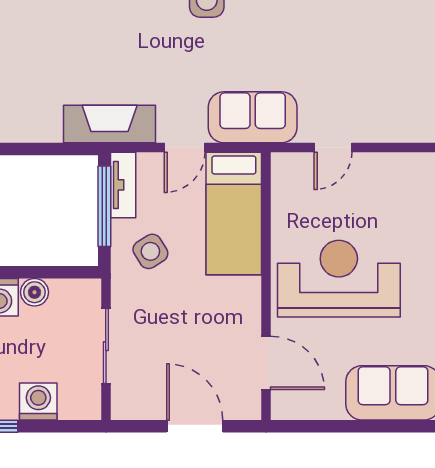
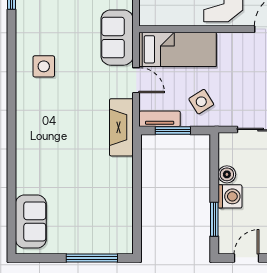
window: (104, 206) -> (173, 131), width x0.69

